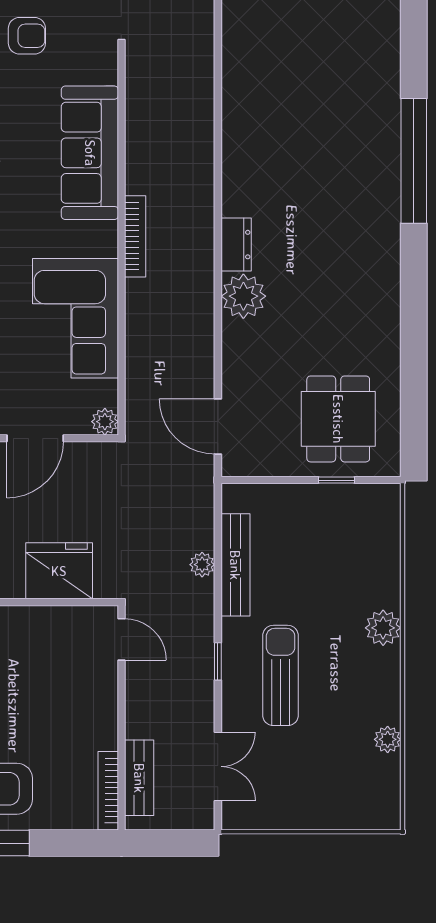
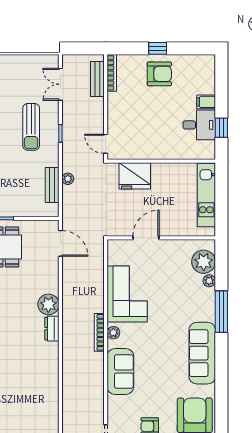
sofa: (90, 153) -> (120, 372), width x0.73
plant: (105, 422) -> (113, 333), moved
bench: (235, 565) -> (52, 185), width x0.73

